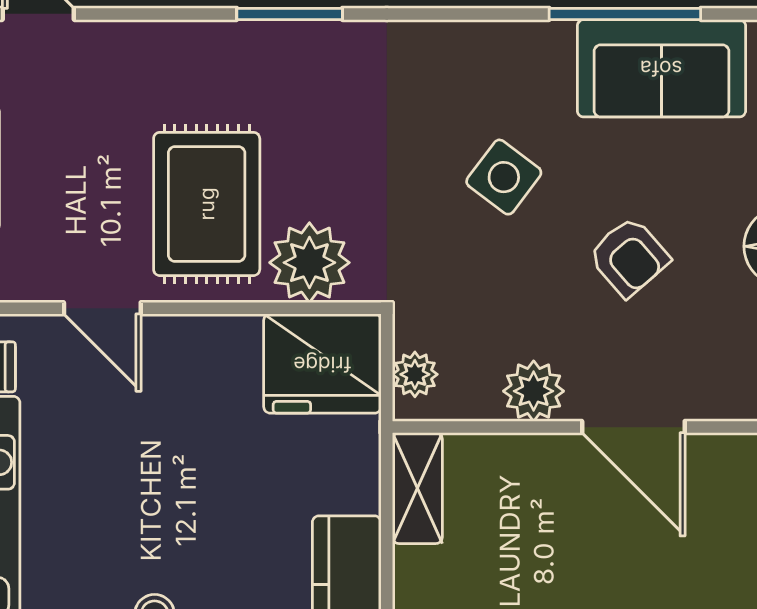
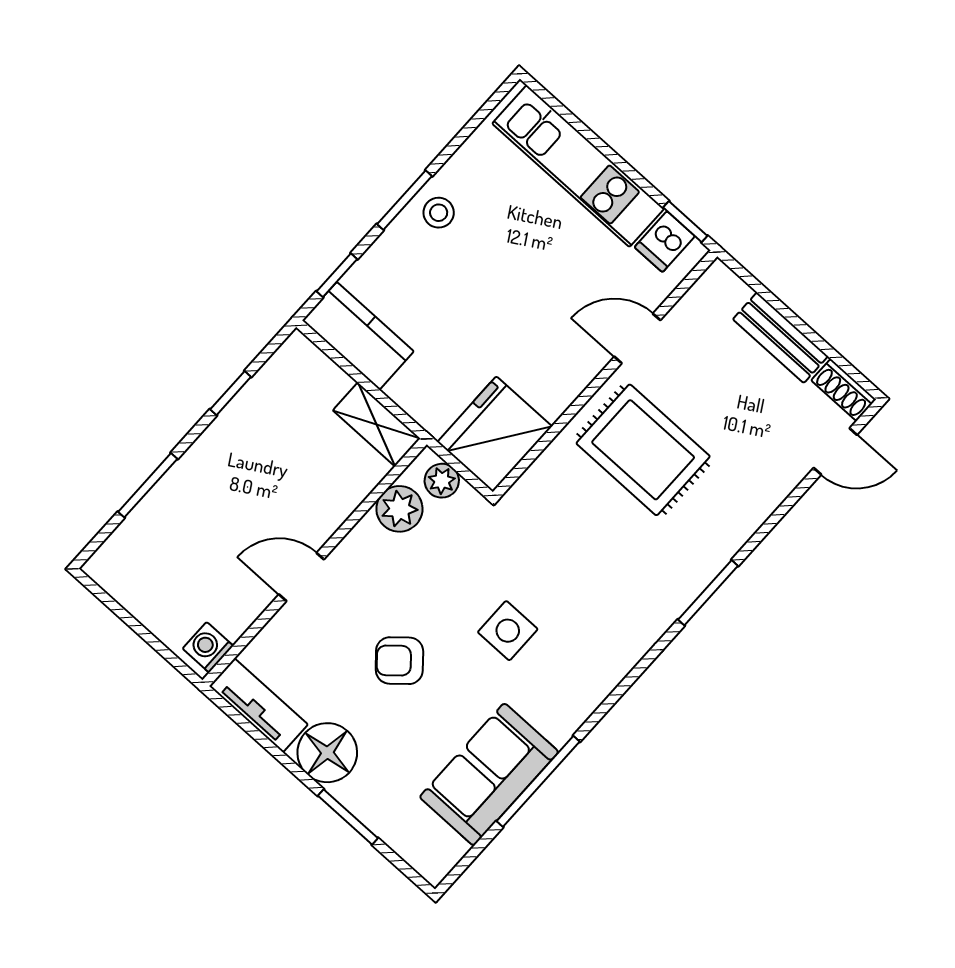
side table: (504, 177) -> (508, 631), turned -37
plant: (309, 263) -> (558, 478), removed
plant: (534, 391) -> (399, 509), moved
door: (633, 427) -> (301, 577), width x0.73

